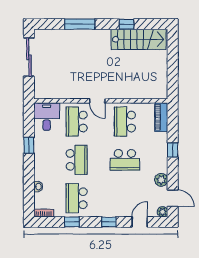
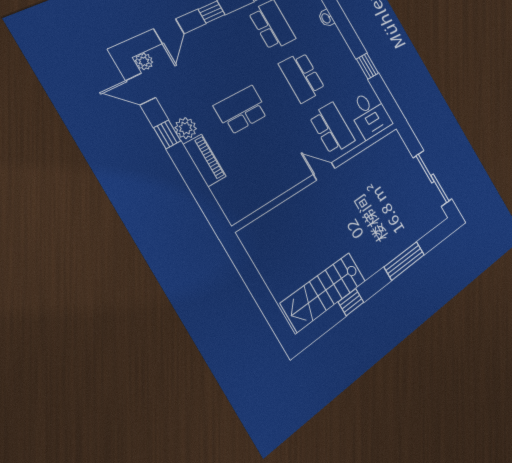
piano: (161, 117) -> (205, 160), moved
school desk: (125, 122) -> (273, 164), removed
window: (173, 150) -> (167, 134), moved
plant: (161, 180) -> (186, 128), moved

